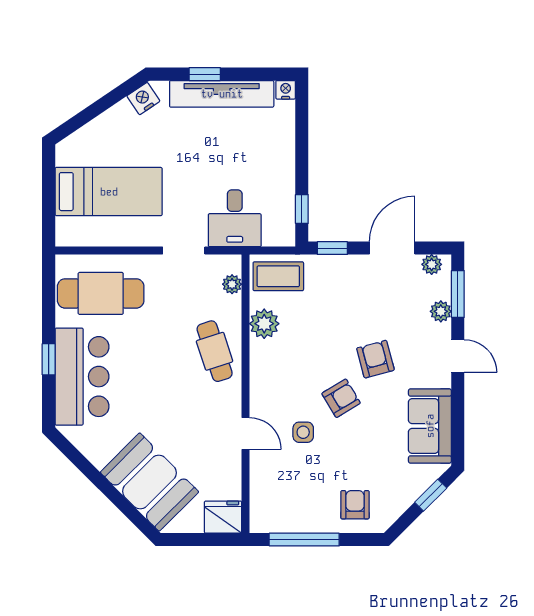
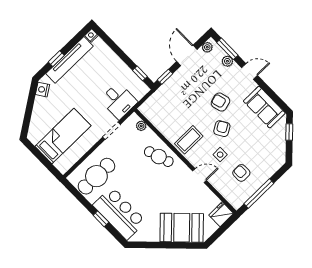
coffee table: (278, 276) -> (189, 140), moved
plant: (264, 324) -> (167, 129), removed
armchair: (355, 505) -> (241, 173), moved

